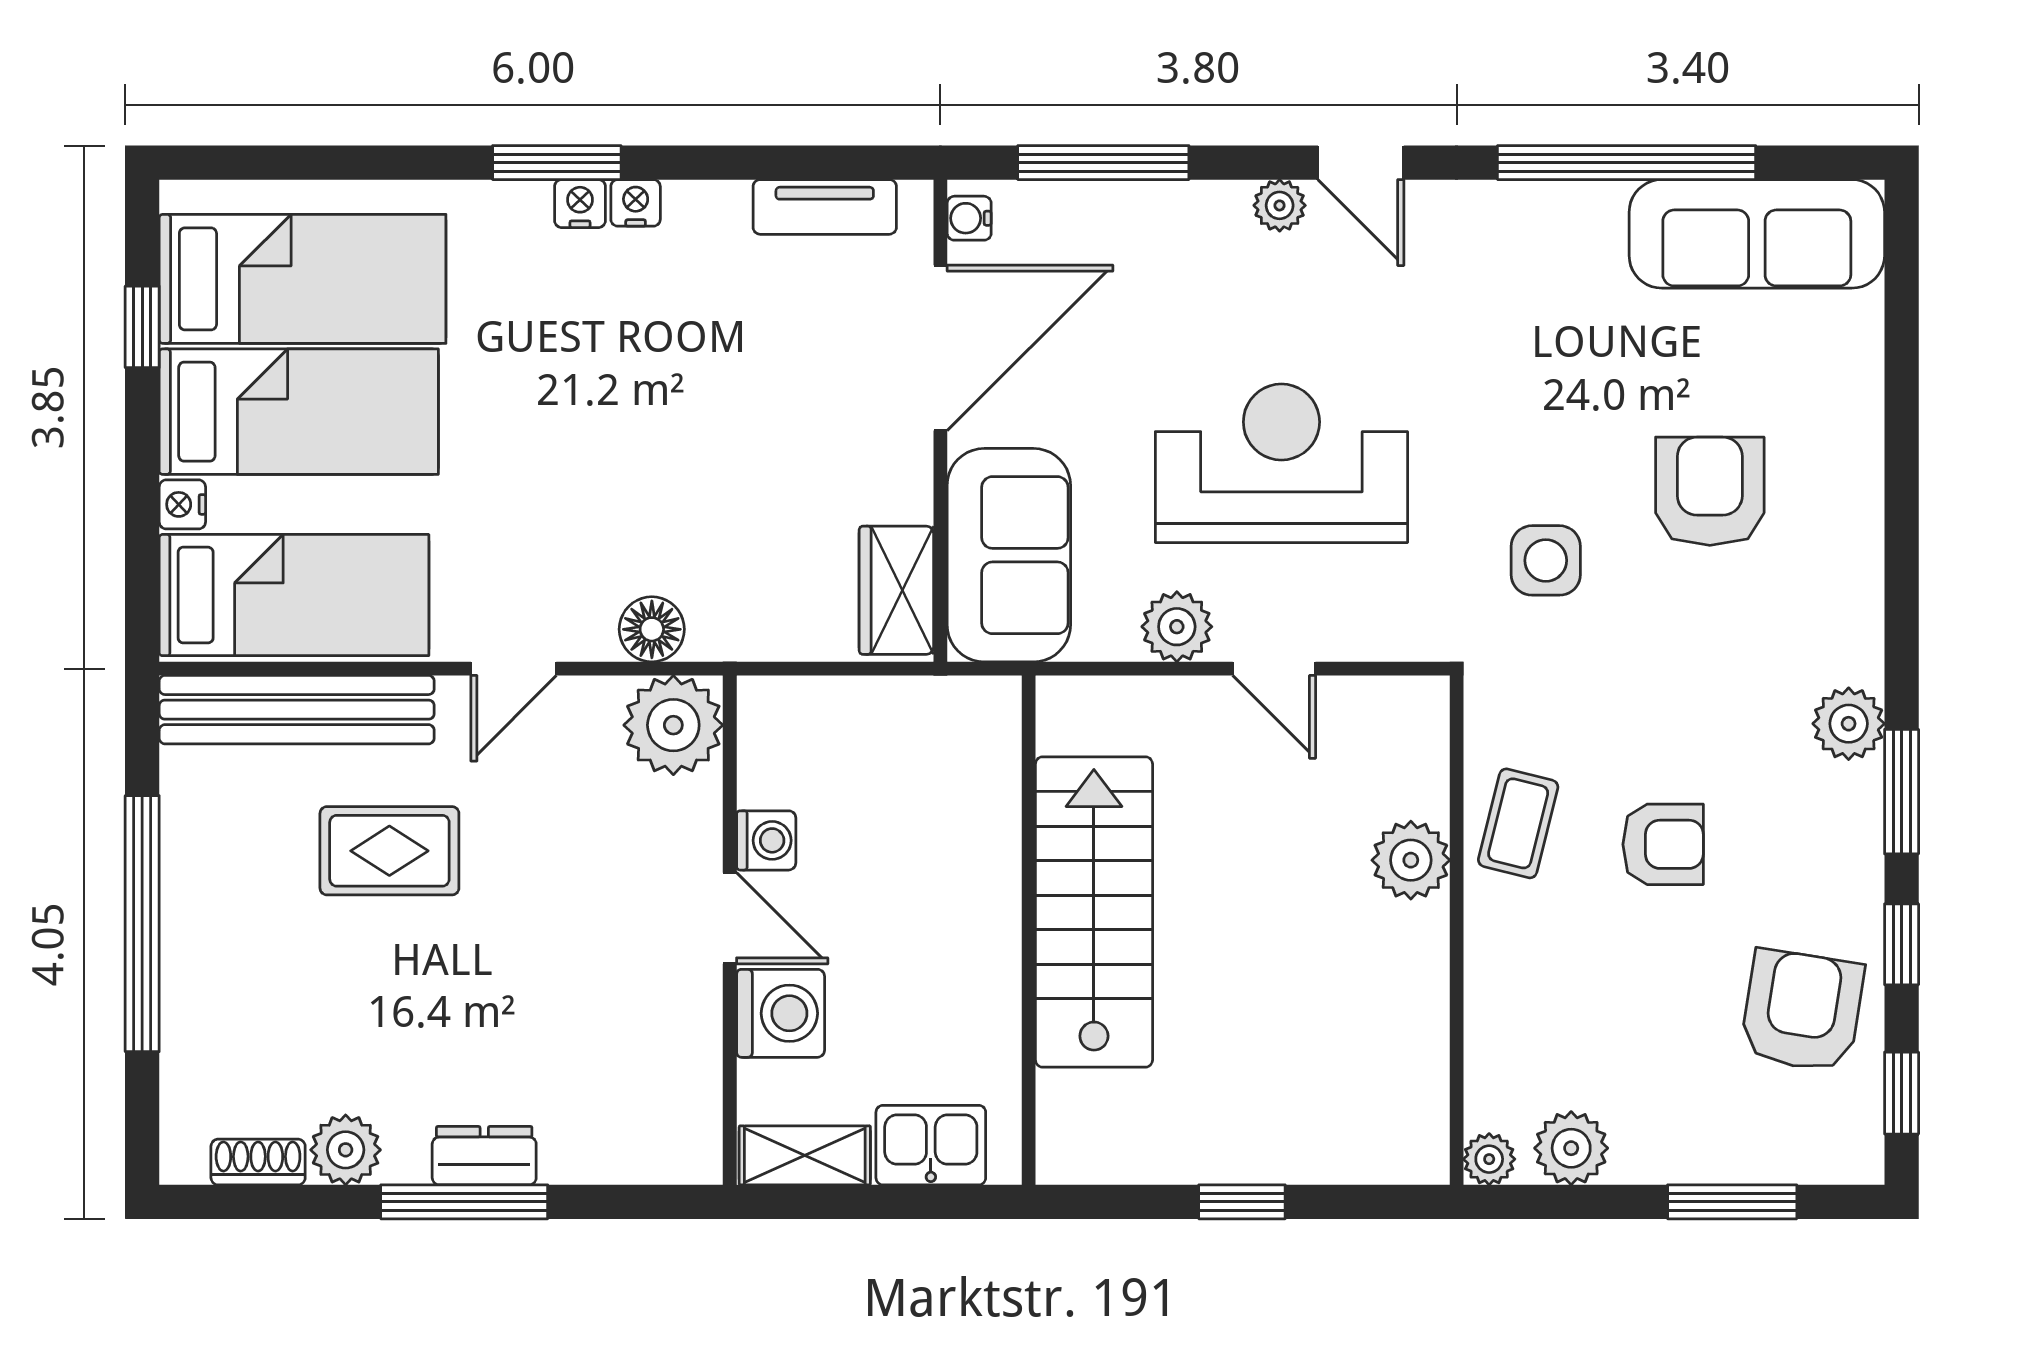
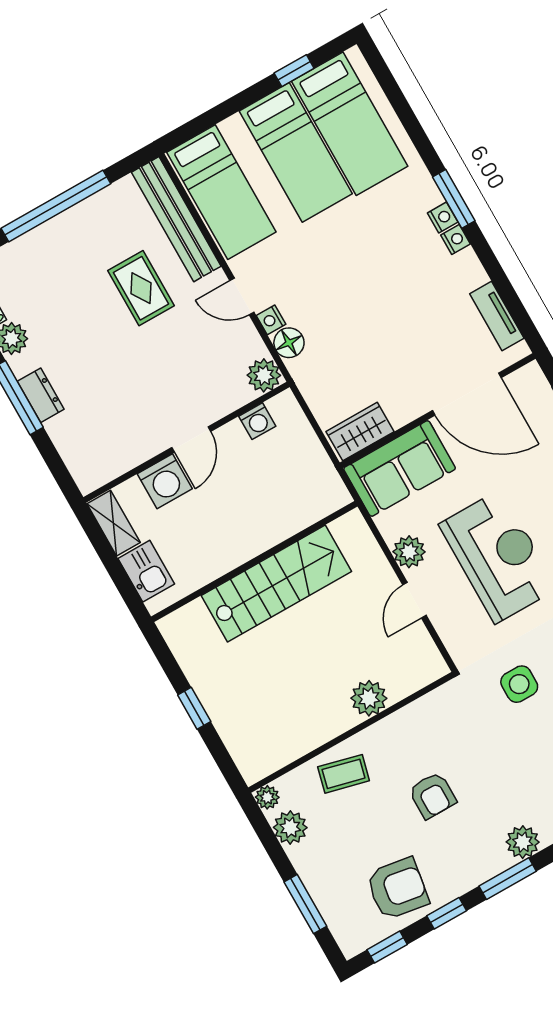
water cooler: (969, 218) -> (525, 376), removed
nightstand: (182, 504) -> (271, 320), moved, turned -90
plant: (673, 725) -> (264, 375), width x0.73, depth x0.73
coffee table: (1518, 823) -> (344, 774), moved
washing machine: (766, 840) -> (257, 421), moved

